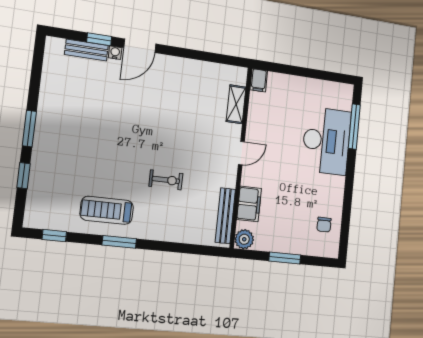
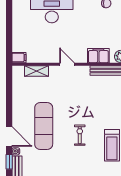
exercise mat: (150, 103) -> (44, 126), added
exercise bike: (166, 180) -> (80, 135), moved

